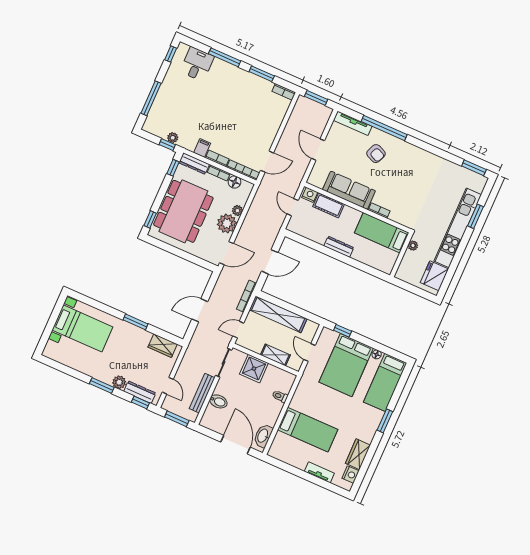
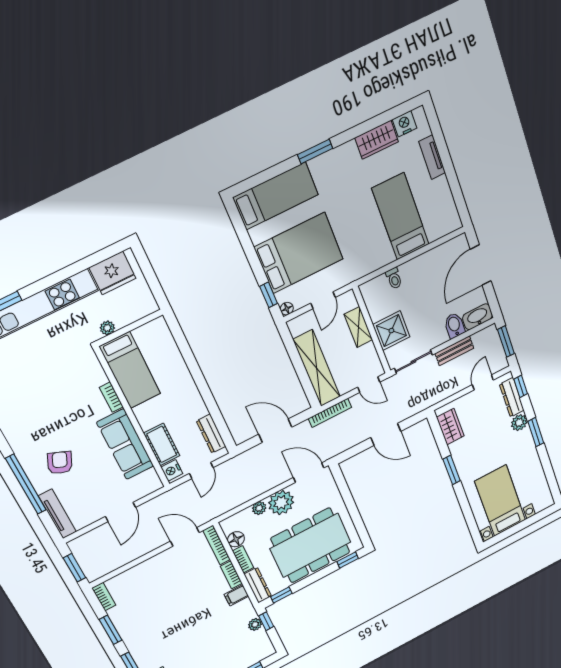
dresser: (339, 247) -> (211, 434), moved
floor lamp: (377, 354) -> (287, 309), moved
bench: (202, 393) -> (454, 351), width x0.73
washbasin: (263, 436) -> (478, 317), moved, turned 180

